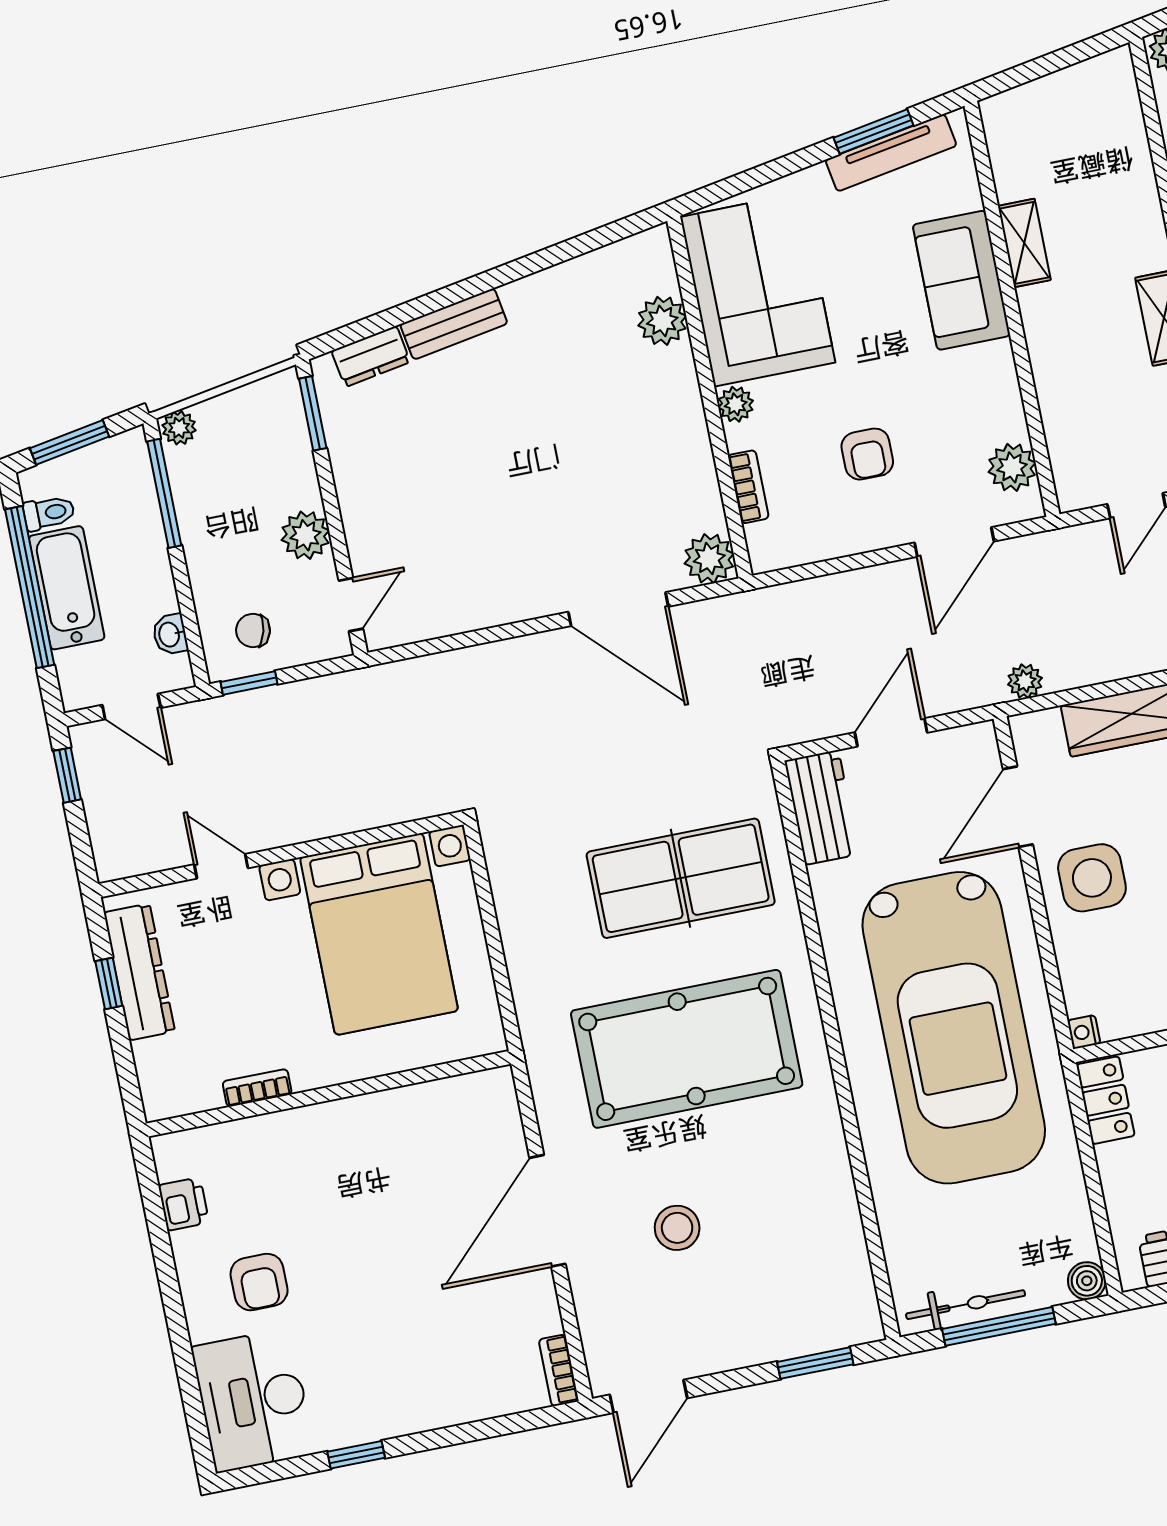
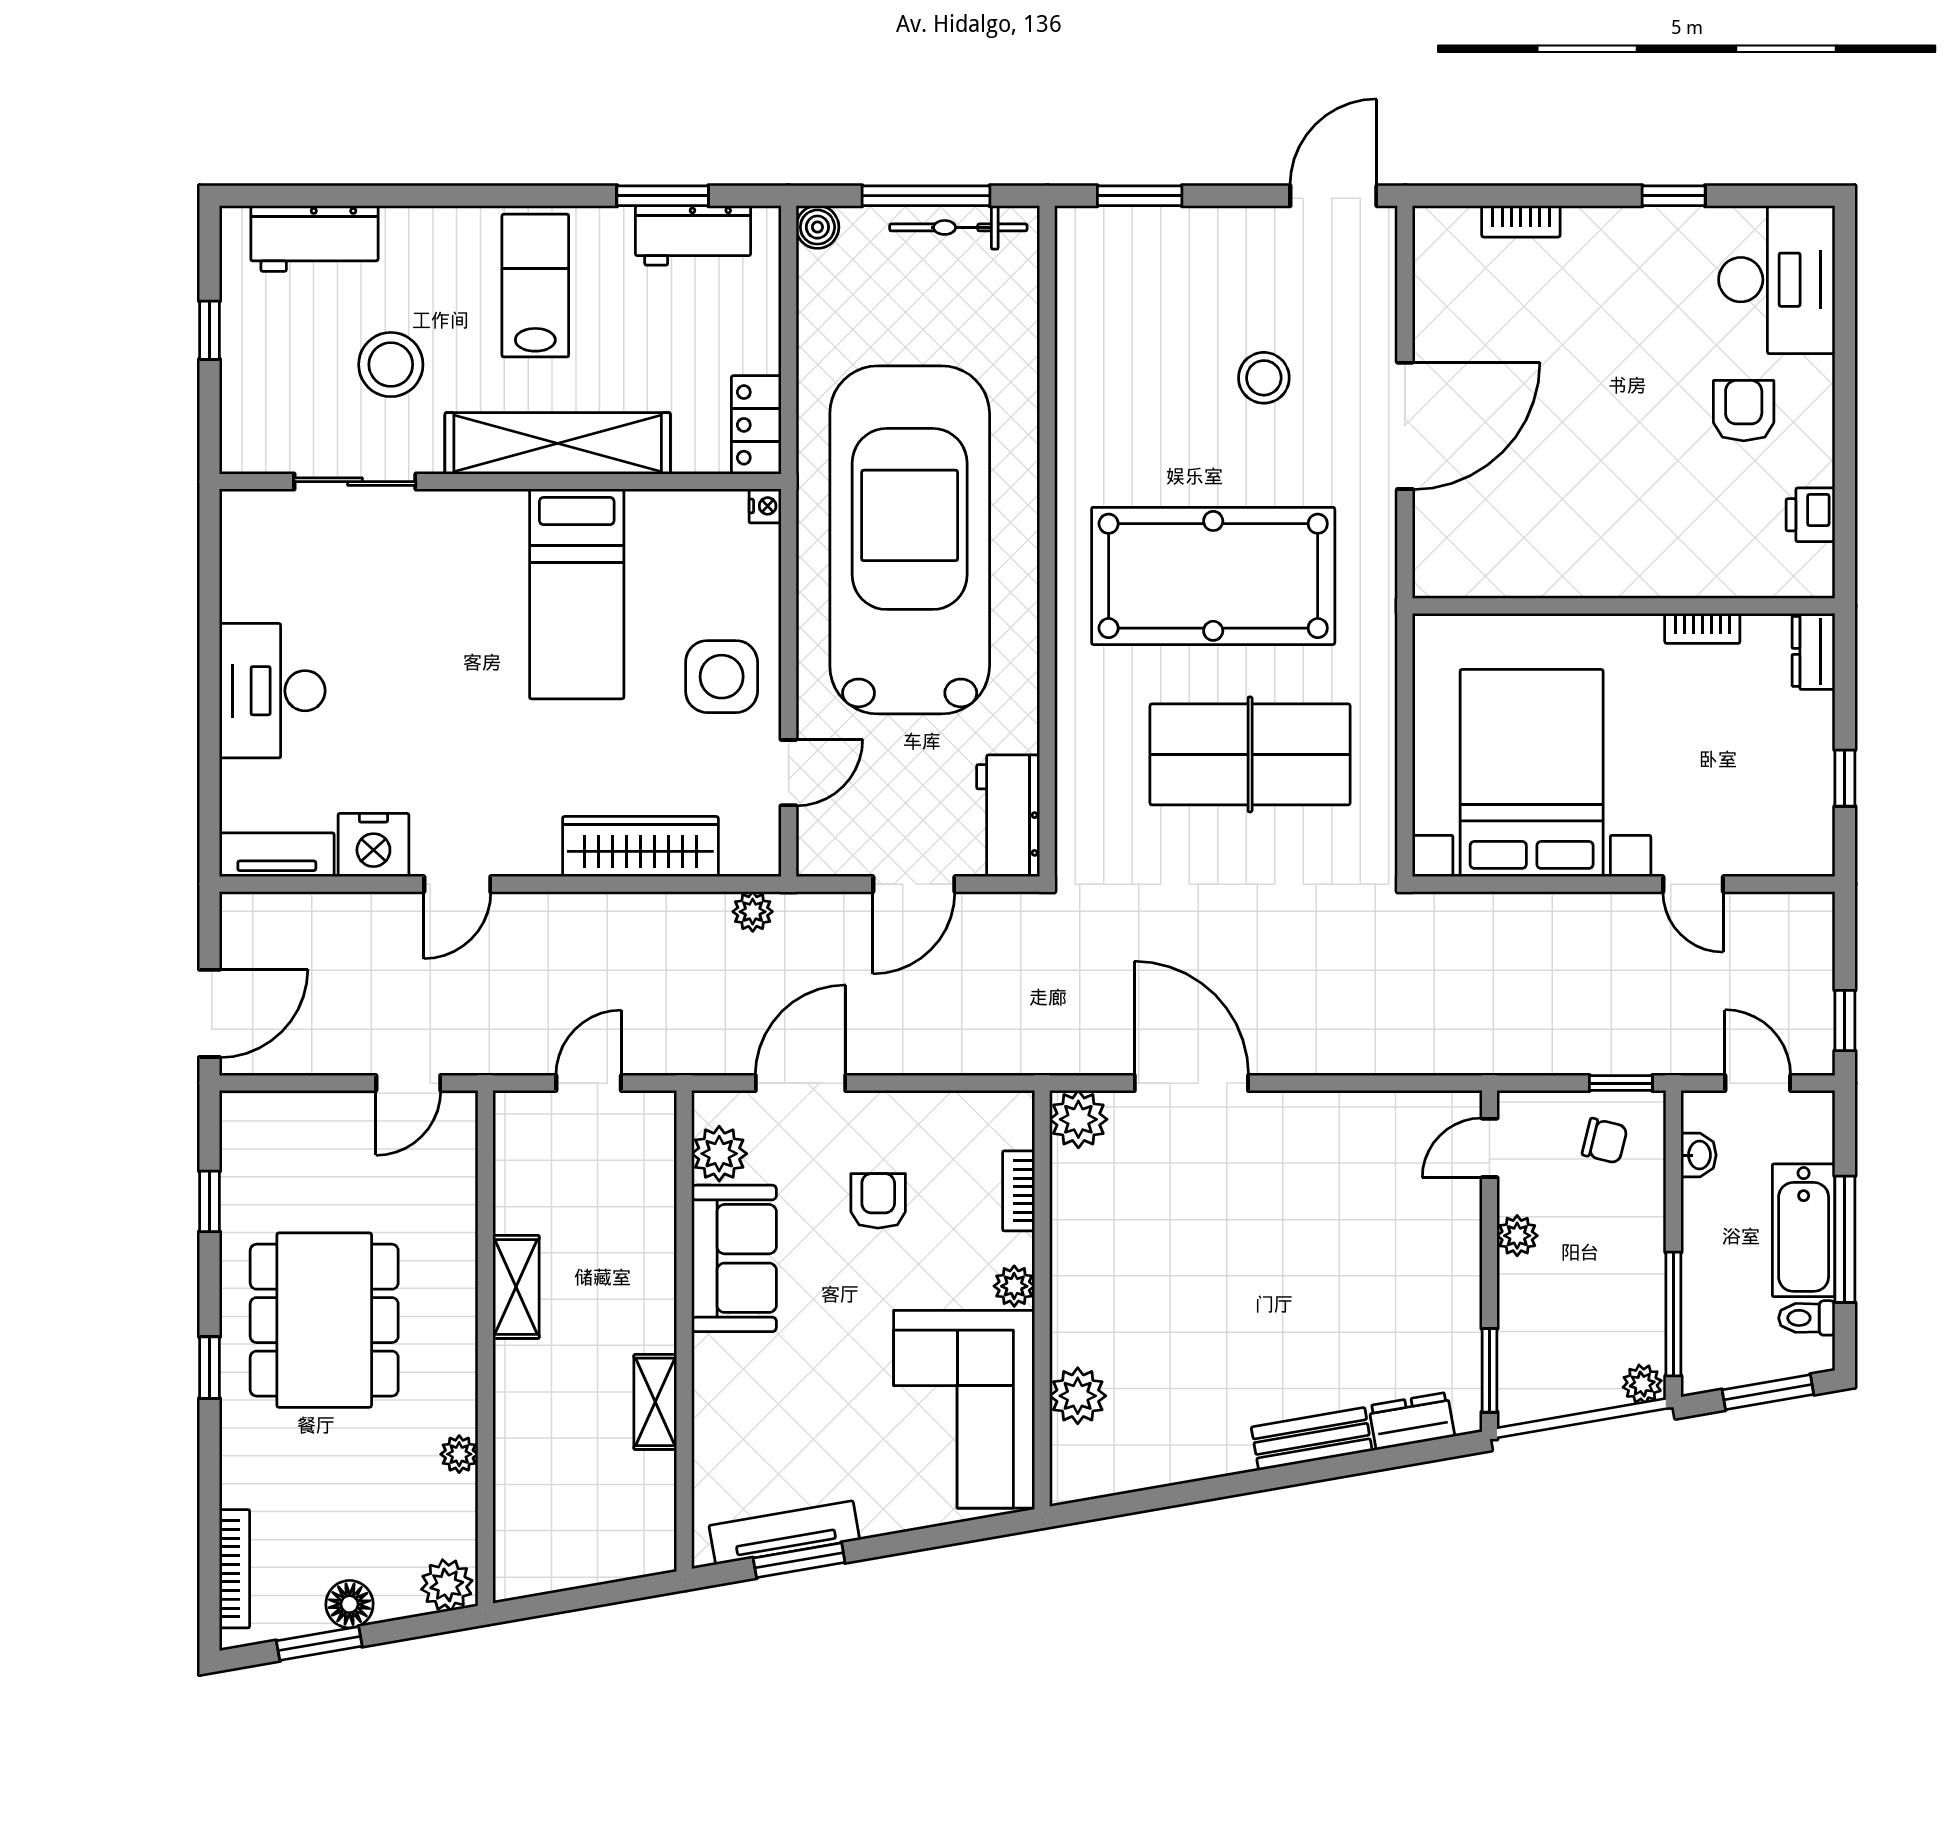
sofa: (961, 280) -> (734, 1258), moved
plant: (305, 535) -> (1517, 1236), width x0.73, depth x0.73
window: (30, 587) -> (1845, 1239), width x0.68
door: (1018, 807) -> (789, 773), width x0.73
table tennis table: (681, 878) -> (1250, 754), moved
dresser: (139, 972) -> (1813, 651), moved, width x0.51, depth x0.80
bookcase: (559, 1370) -> (1521, 221), moved, turned 90

